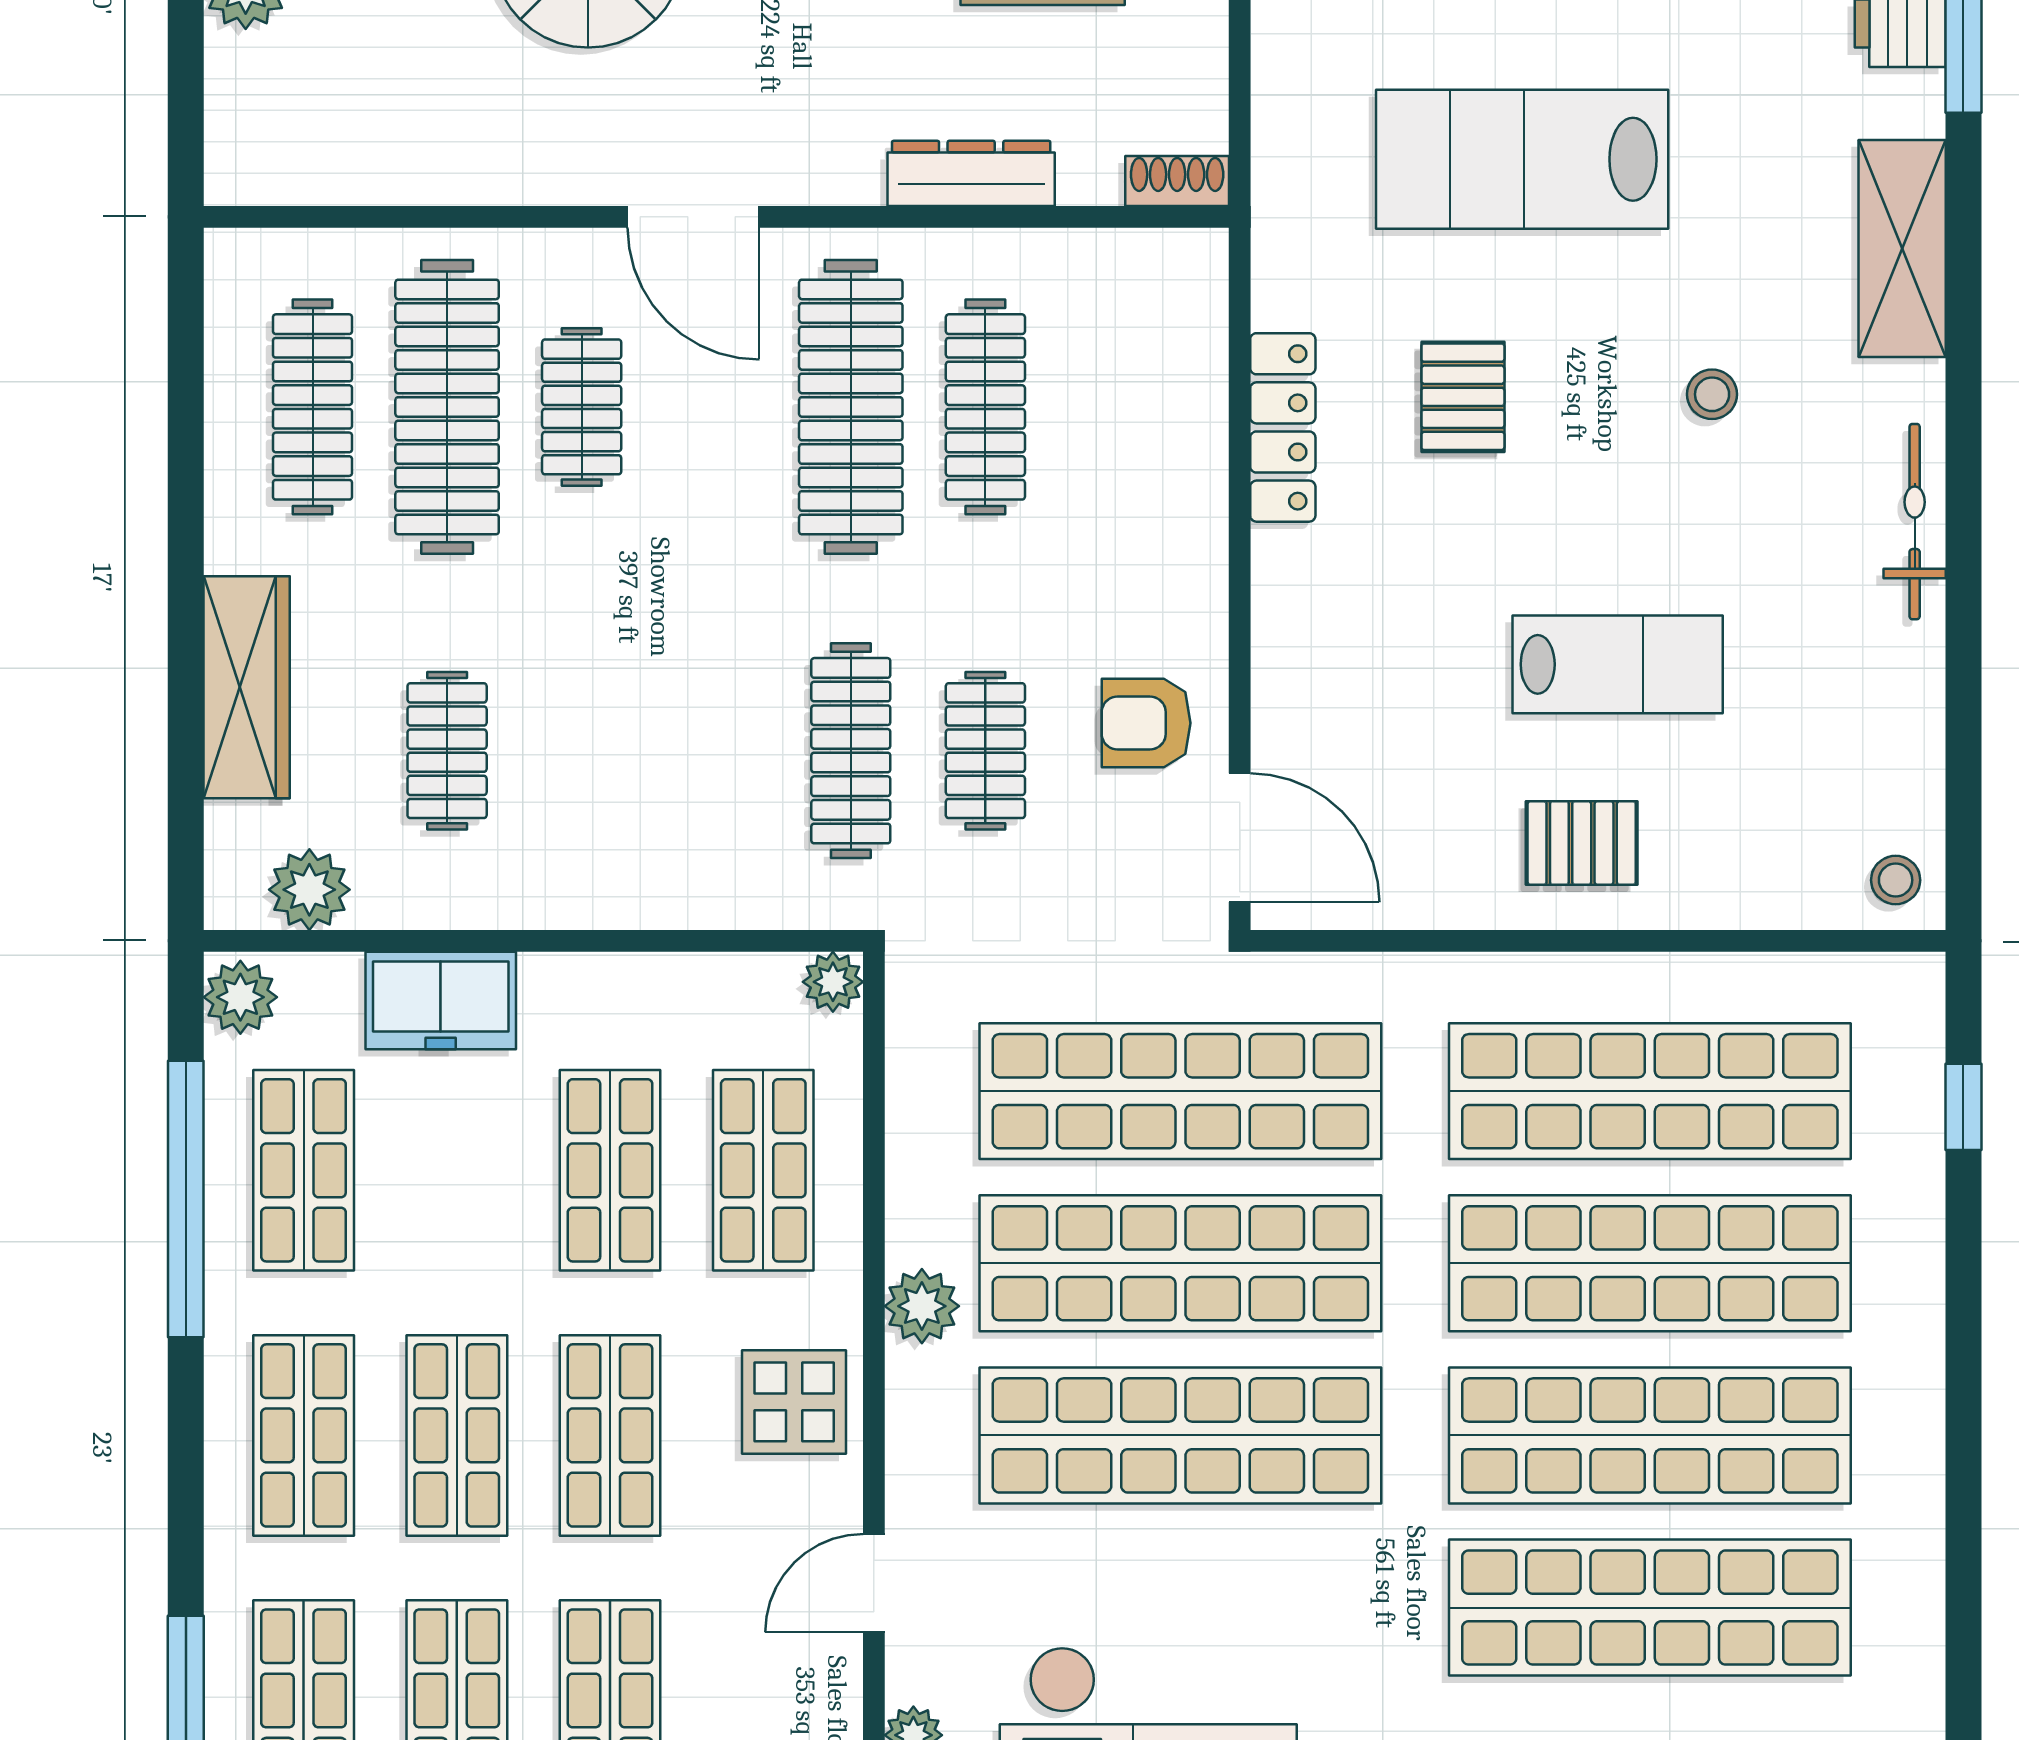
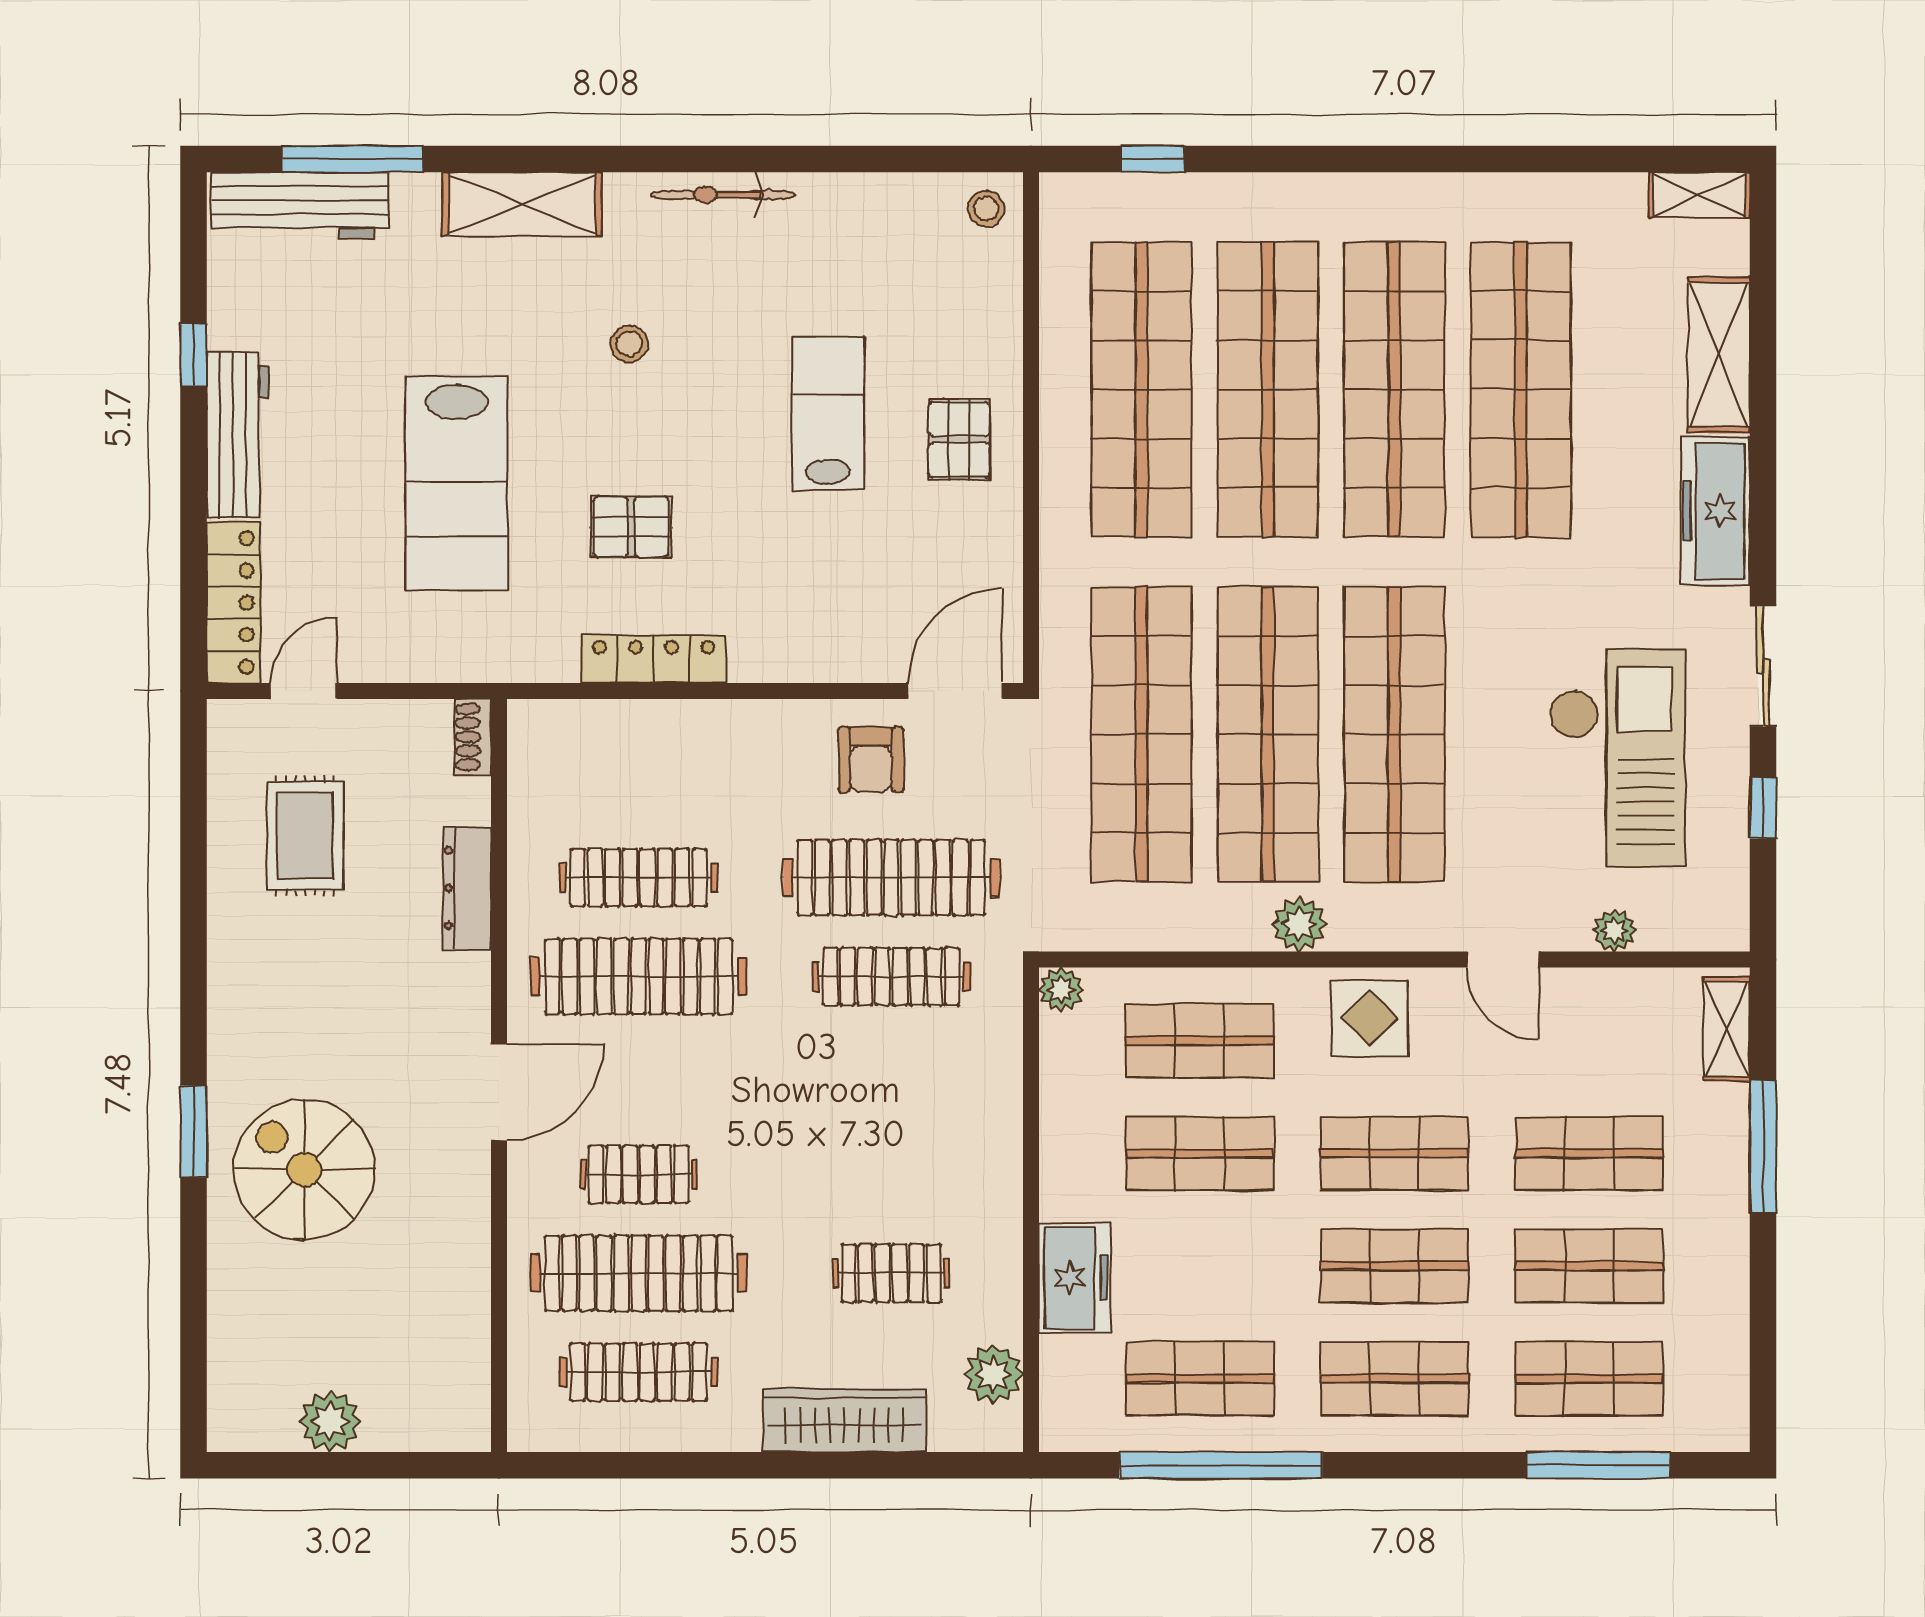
clothes rail: (985, 751) -> (891, 878), width x1.86, depth x1.31
plant: (240, 997) -> (1072, 1425), removed

